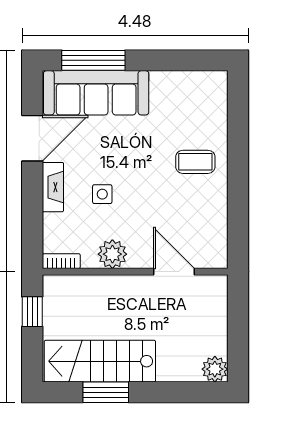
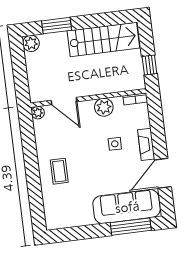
coffee table: (195, 162) -> (59, 171), turned 90
plant: (218, 259) -> (38, 113), added
window: (106, 392) -> (57, 26), moved

